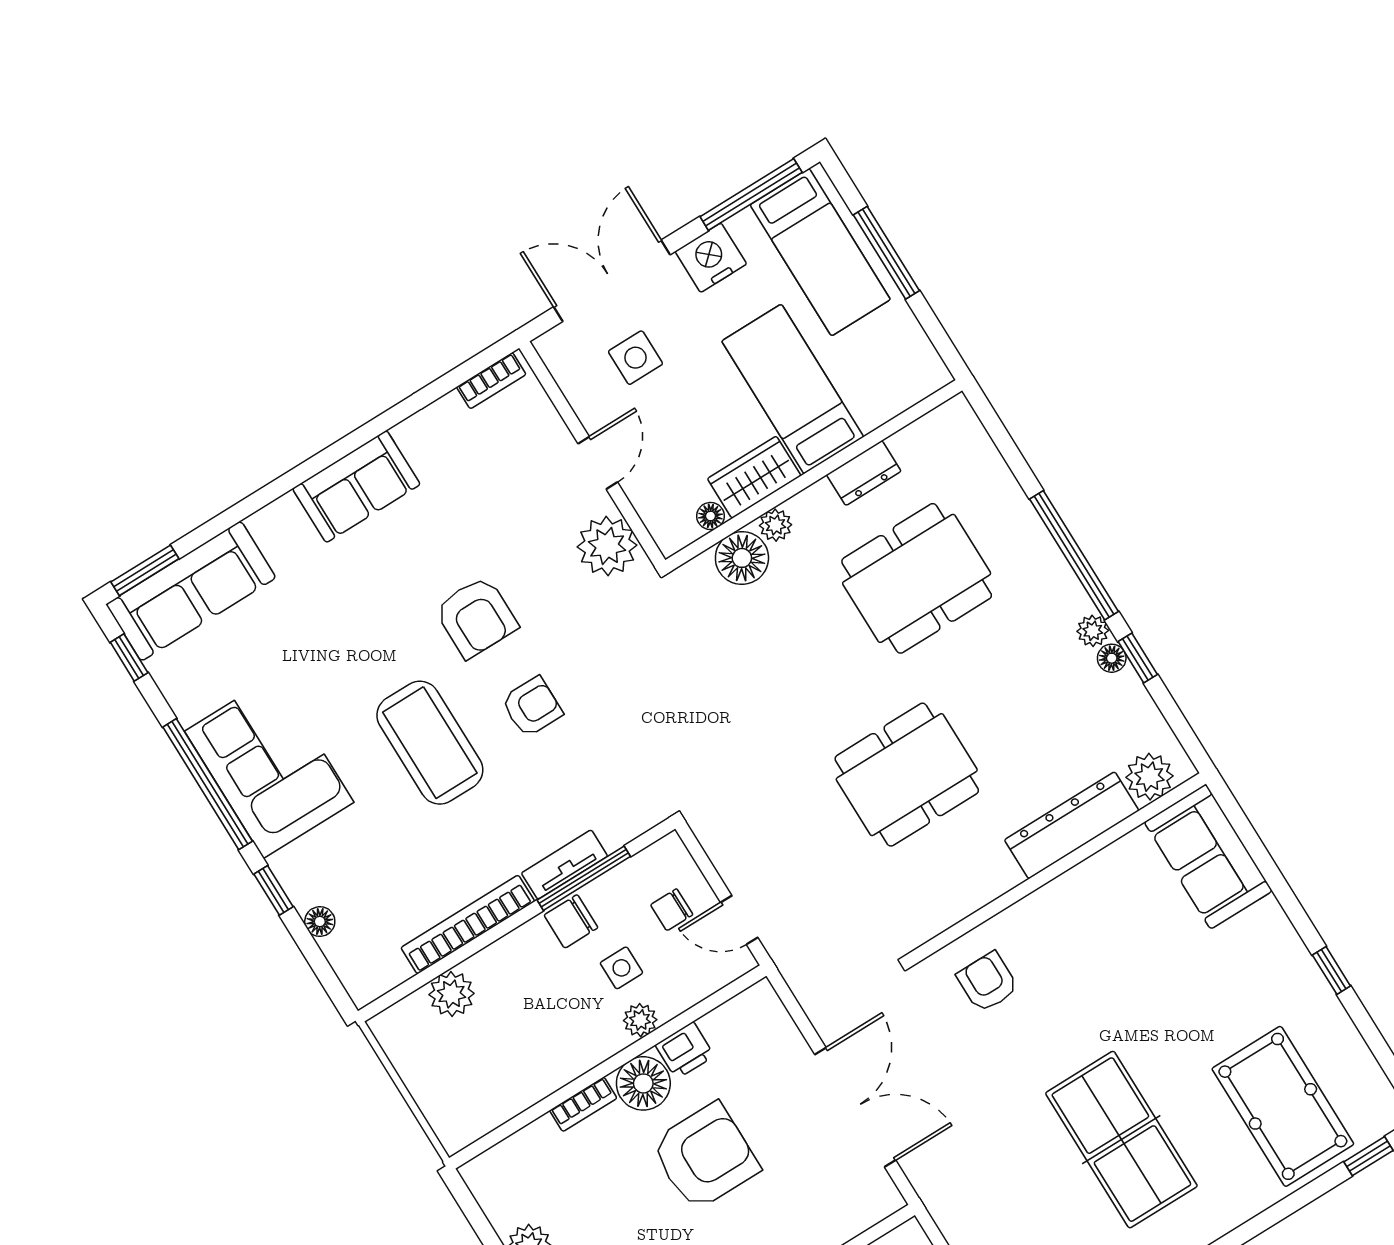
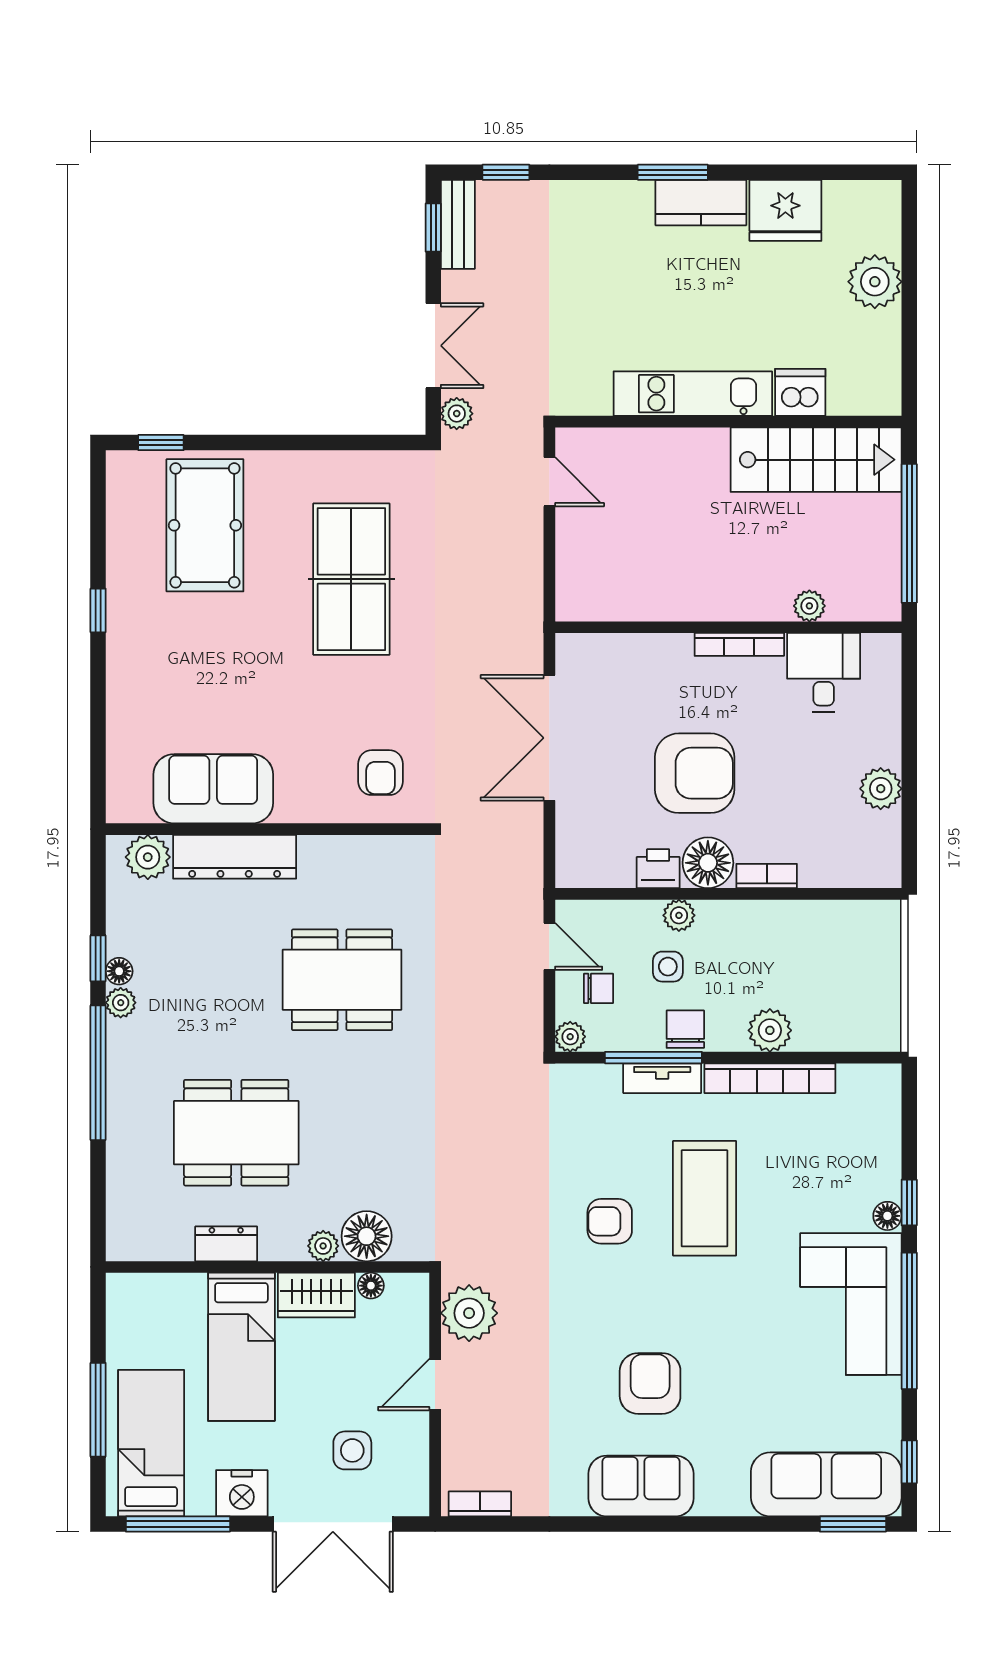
armchair: (476, 617) -> (650, 1383), moved
coffee table: (430, 743) -> (705, 1198), moved
plant: (670, 851) -> (570, 1037), added
sofa: (1208, 857) -> (213, 789), moved, turned -90
chair: (571, 921) -> (685, 1029), turned -90
floor lamp: (320, 922) -> (887, 1216), moved
plant: (452, 994) -> (770, 1030), moved
armchair: (705, 1156) -> (695, 773), turned 180

